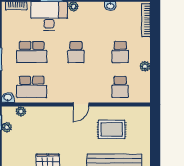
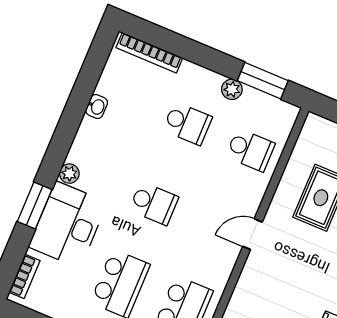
window: (155, 79) -> (263, 81), added
door: (81, 105) -> (252, 234), swing flipped

